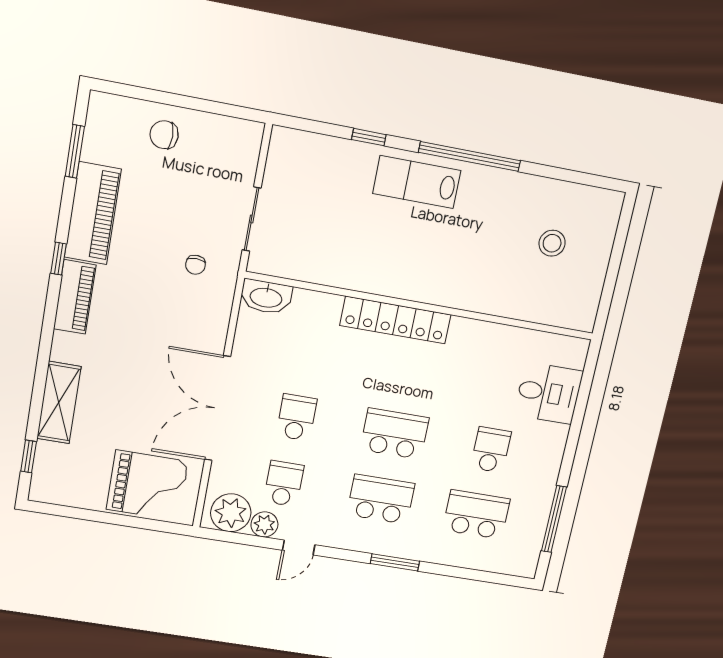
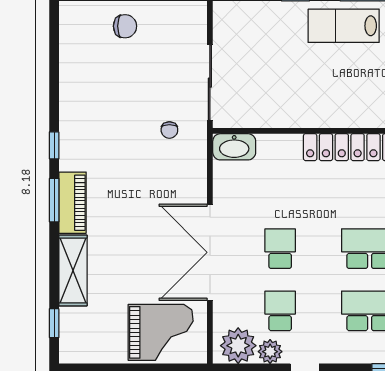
chair: (164, 135) -> (125, 26), turned 180
window: (75, 151) -> (54, 200), moved
piano: (93, 213) -> (77, 102), removed
sliding door: (252, 219) -> (210, 83), width x1.37
piano: (75, 297) -> (72, 203), moved

